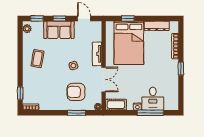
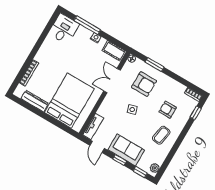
window: (128, 18) -> (57, 123), removed
tv unit: (97, 54) -> (93, 126), moved
window: (181, 69) -> (36, 49), removed
armchair: (44, 82) -> (168, 110), added
desk: (153, 99) -> (64, 29), moved

